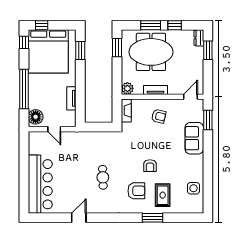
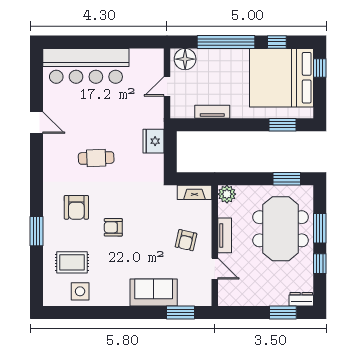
window: (24, 42) -> (277, 42), moved
door: (191, 97) -> (215, 269), moved
fridge: (91, 138) -> (153, 141), added
rug: (163, 195) -> (72, 262), moved

